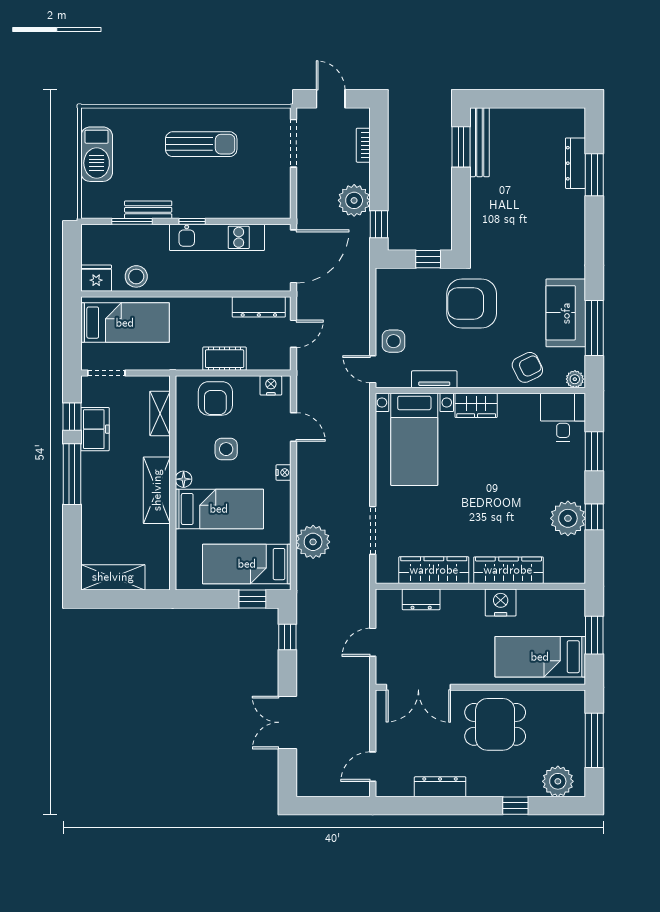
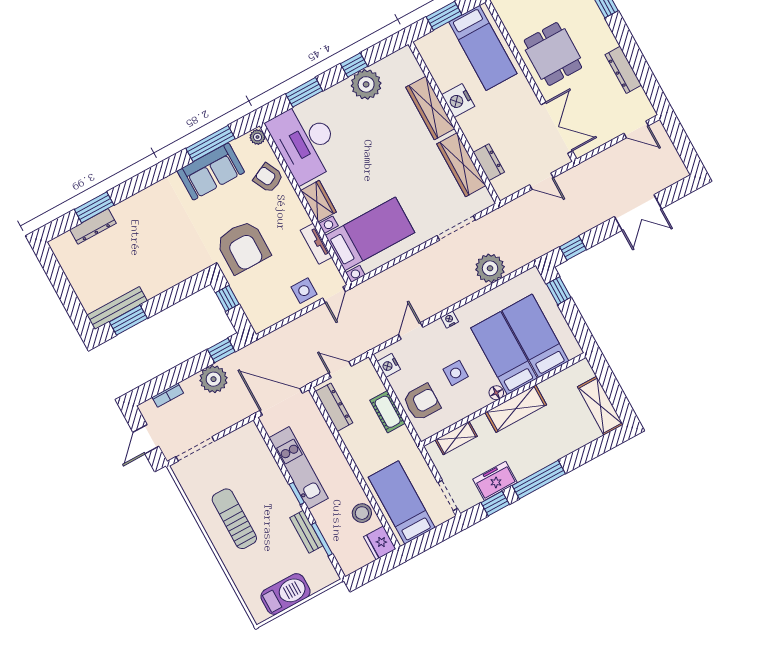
desk: (563, 417) -> (305, 142), width x1.87, depth x1.30
bed: (247, 564) -> (535, 336), moved, turned 180

